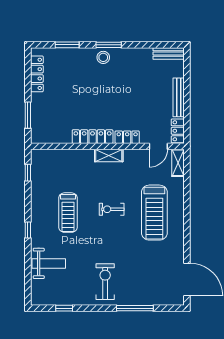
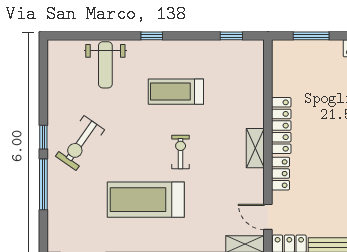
treadmill: (154, 213) -> (146, 200), moved
exercise bike: (105, 282) -> (80, 143), turned 125
window: (64, 308) -> (43, 137), moved

